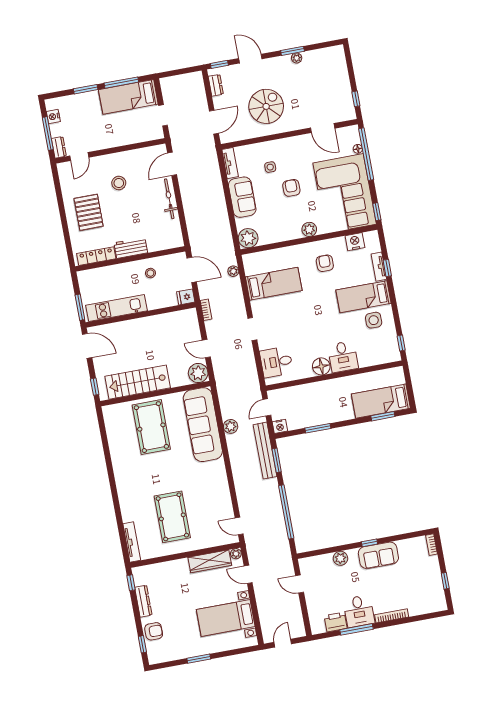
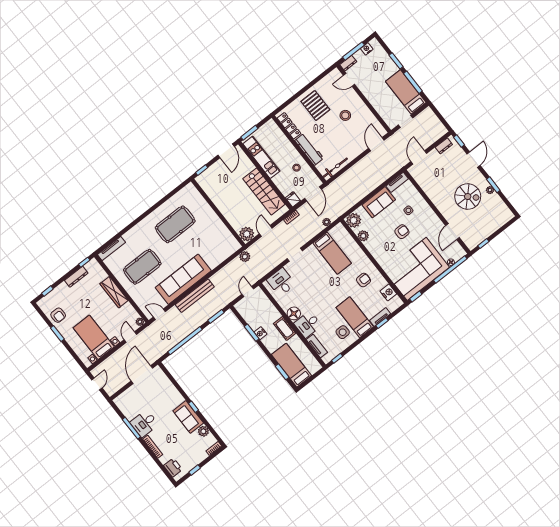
spiral stairs: (266, 106) -> (468, 196), moved
door: (214, 122) -> (419, 157), swing flipped
door: (172, 164) -> (376, 144), hinge flipped
bicycle: (169, 199) -> (335, 168), moved
pallet: (89, 212) -> (315, 106), turned 90
plant: (309, 229) -> (363, 236), moved
workbench: (131, 248) -> (309, 149), width x1.37
tv unit: (374, 359) -> (317, 346), added
stairs: (138, 382) -> (264, 191), moved, turned 180
cot: (333, 387) -> (285, 328), added
door: (267, 407) -> (248, 291), hinge flipped
sofa: (203, 425) -> (183, 279), moved
plant: (231, 426) -> (245, 257), moved
nightstand: (280, 426) -> (260, 333), moved
pool table: (151, 427) -> (175, 224), moved
bench: (265, 451) -> (195, 296), moved
door: (239, 526) -> (159, 314), hinge flipped
plant: (340, 558) -> (203, 431), moved
wardrobe: (210, 561) -> (114, 292), moved
door: (300, 584) -> (142, 375), width x1.87
printer: (335, 622) -> (173, 468), moved
armchair: (154, 631) -> (58, 315), moved
door: (283, 643) -> (97, 384), hinge flipped

